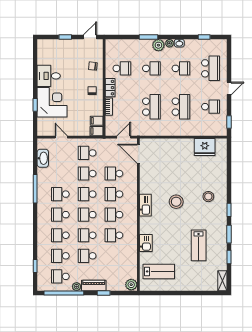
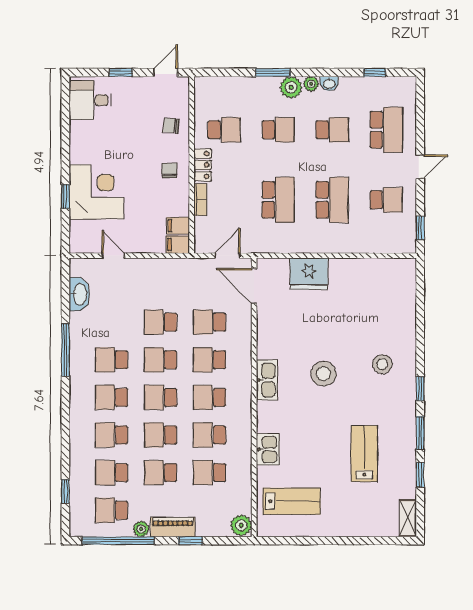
desk: (49, 76) -> (90, 100), moved
fridge: (205, 147) -> (309, 274), moved
school desk: (87, 153) -> (210, 473), moved
lab bench: (199, 245) -> (364, 454), turned 180

